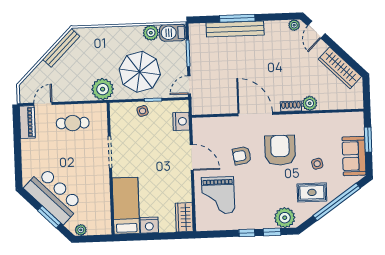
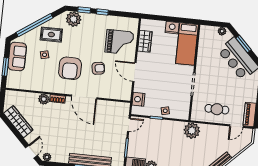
parasol: (140, 72) -> (163, 139), removed
grand piano: (218, 195) -> (119, 42), turned 90
wardrobe: (184, 217) -> (145, 41), moved

